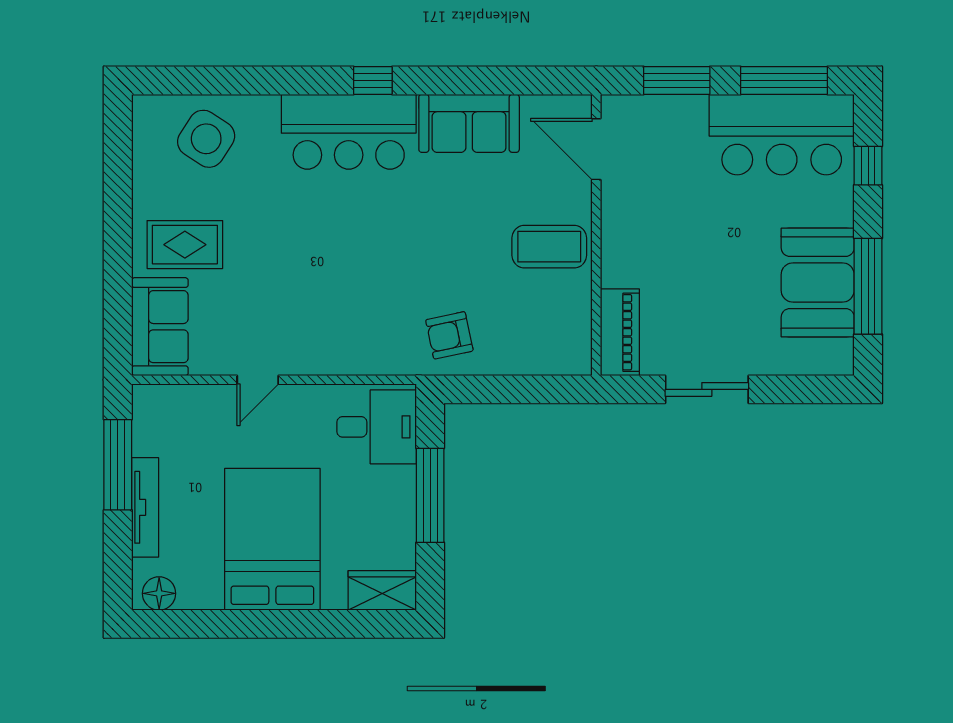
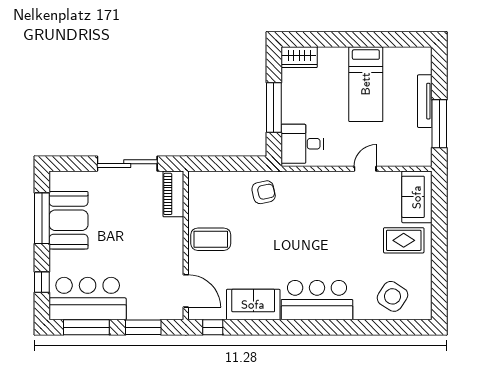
window: (373, 81) -> (213, 327), moved
sliding door: (707, 389) -> (127, 164), width x1.37
bed: (272, 539) -> (366, 84), width x0.67
floor lamp: (159, 593) -> (417, 56), removed

